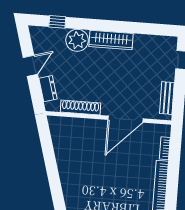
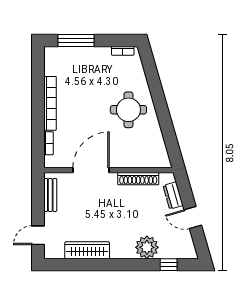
wardrobe: (111, 40) -> (87, 250), moved
door: (30, 66) -> (193, 218), hinge flipped
round table: (85, 175) -> (128, 110), added

